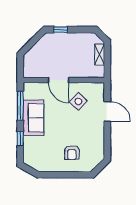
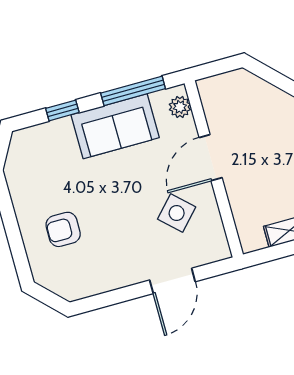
plant: (33, 87) -> (180, 107), added

